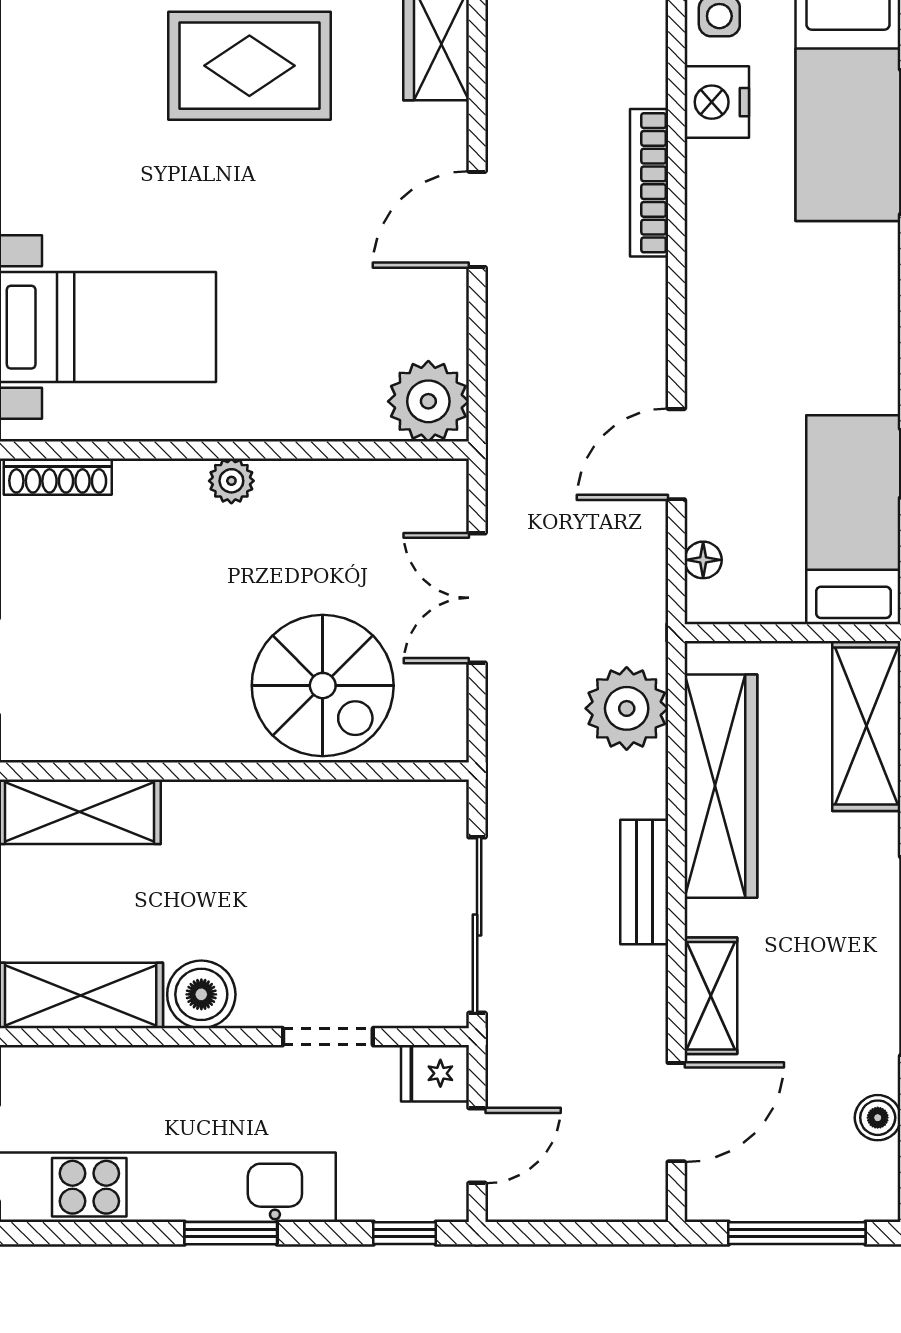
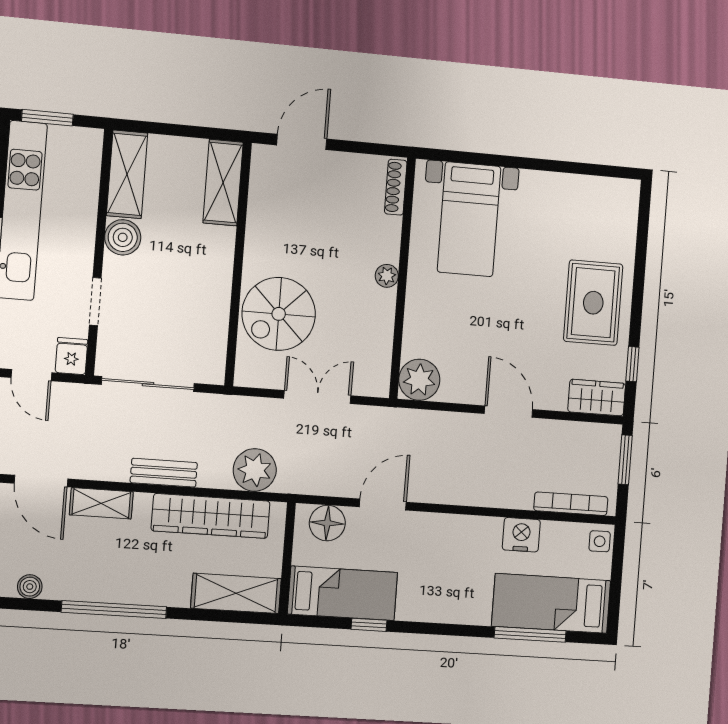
nightstand: (717, 102) -> (521, 535), moved
bookcase: (649, 183) -> (571, 504), moved
door: (676, 454) -> (383, 505), hinge flipped
floor lamp: (703, 560) -> (327, 523), width x1.89, depth x1.89

